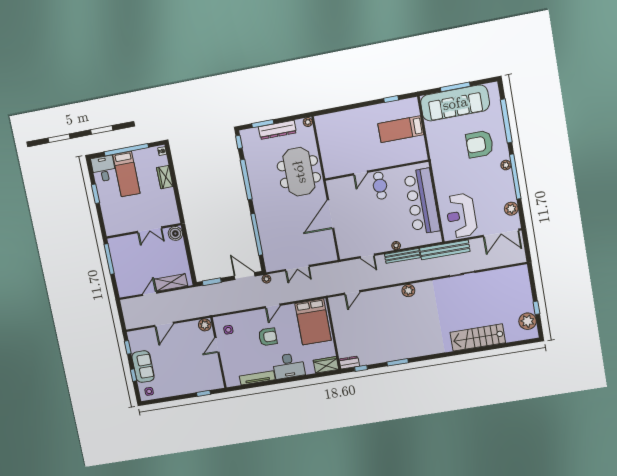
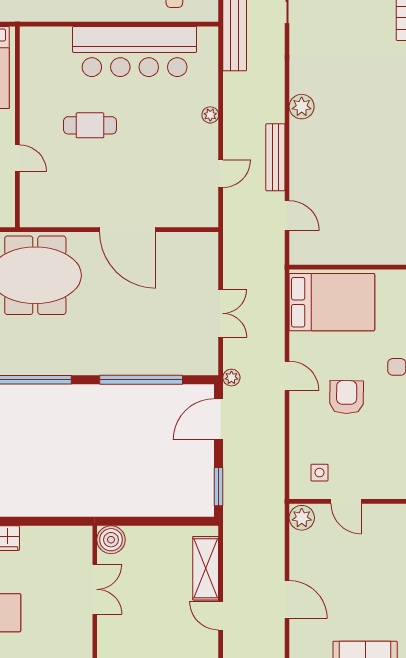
wall: (376, 170) -> (17, 127), moved
door: (360, 173) -> (17, 158), moved
bench: (402, 256) -> (275, 157), moved

